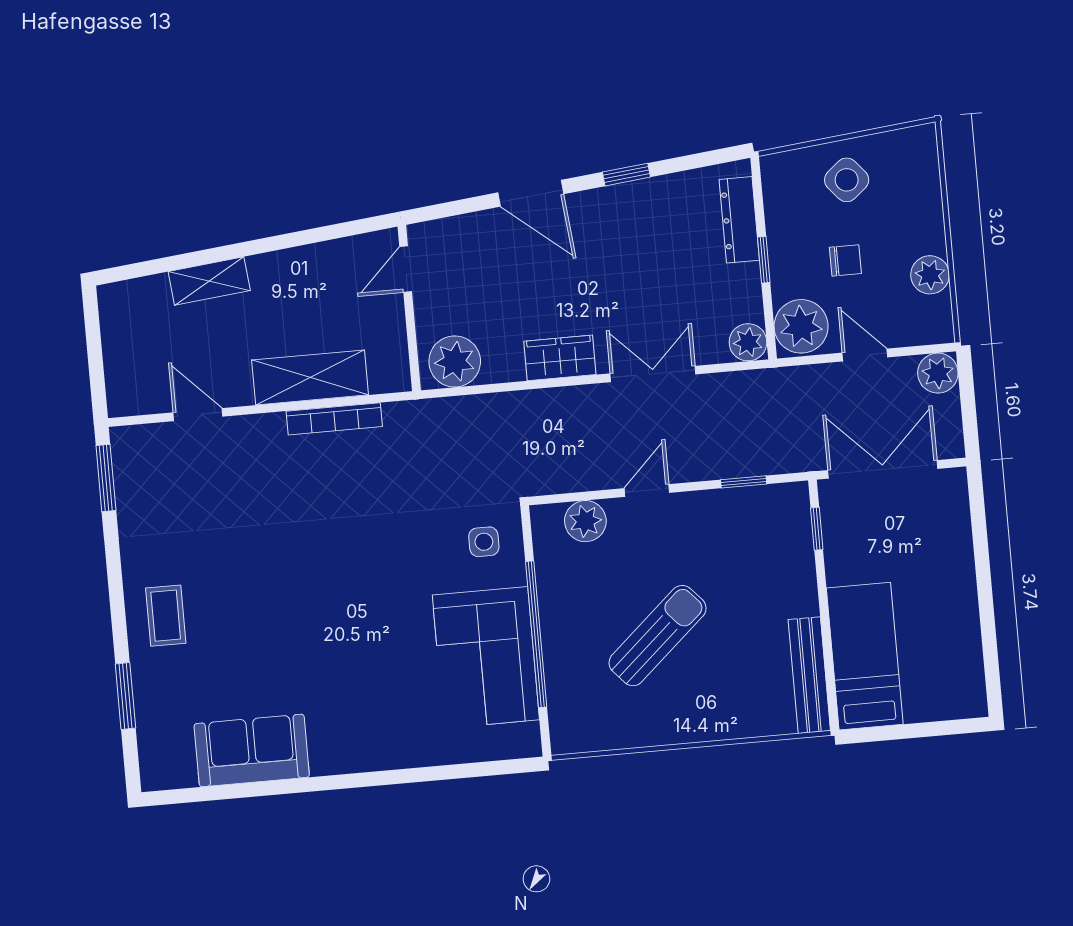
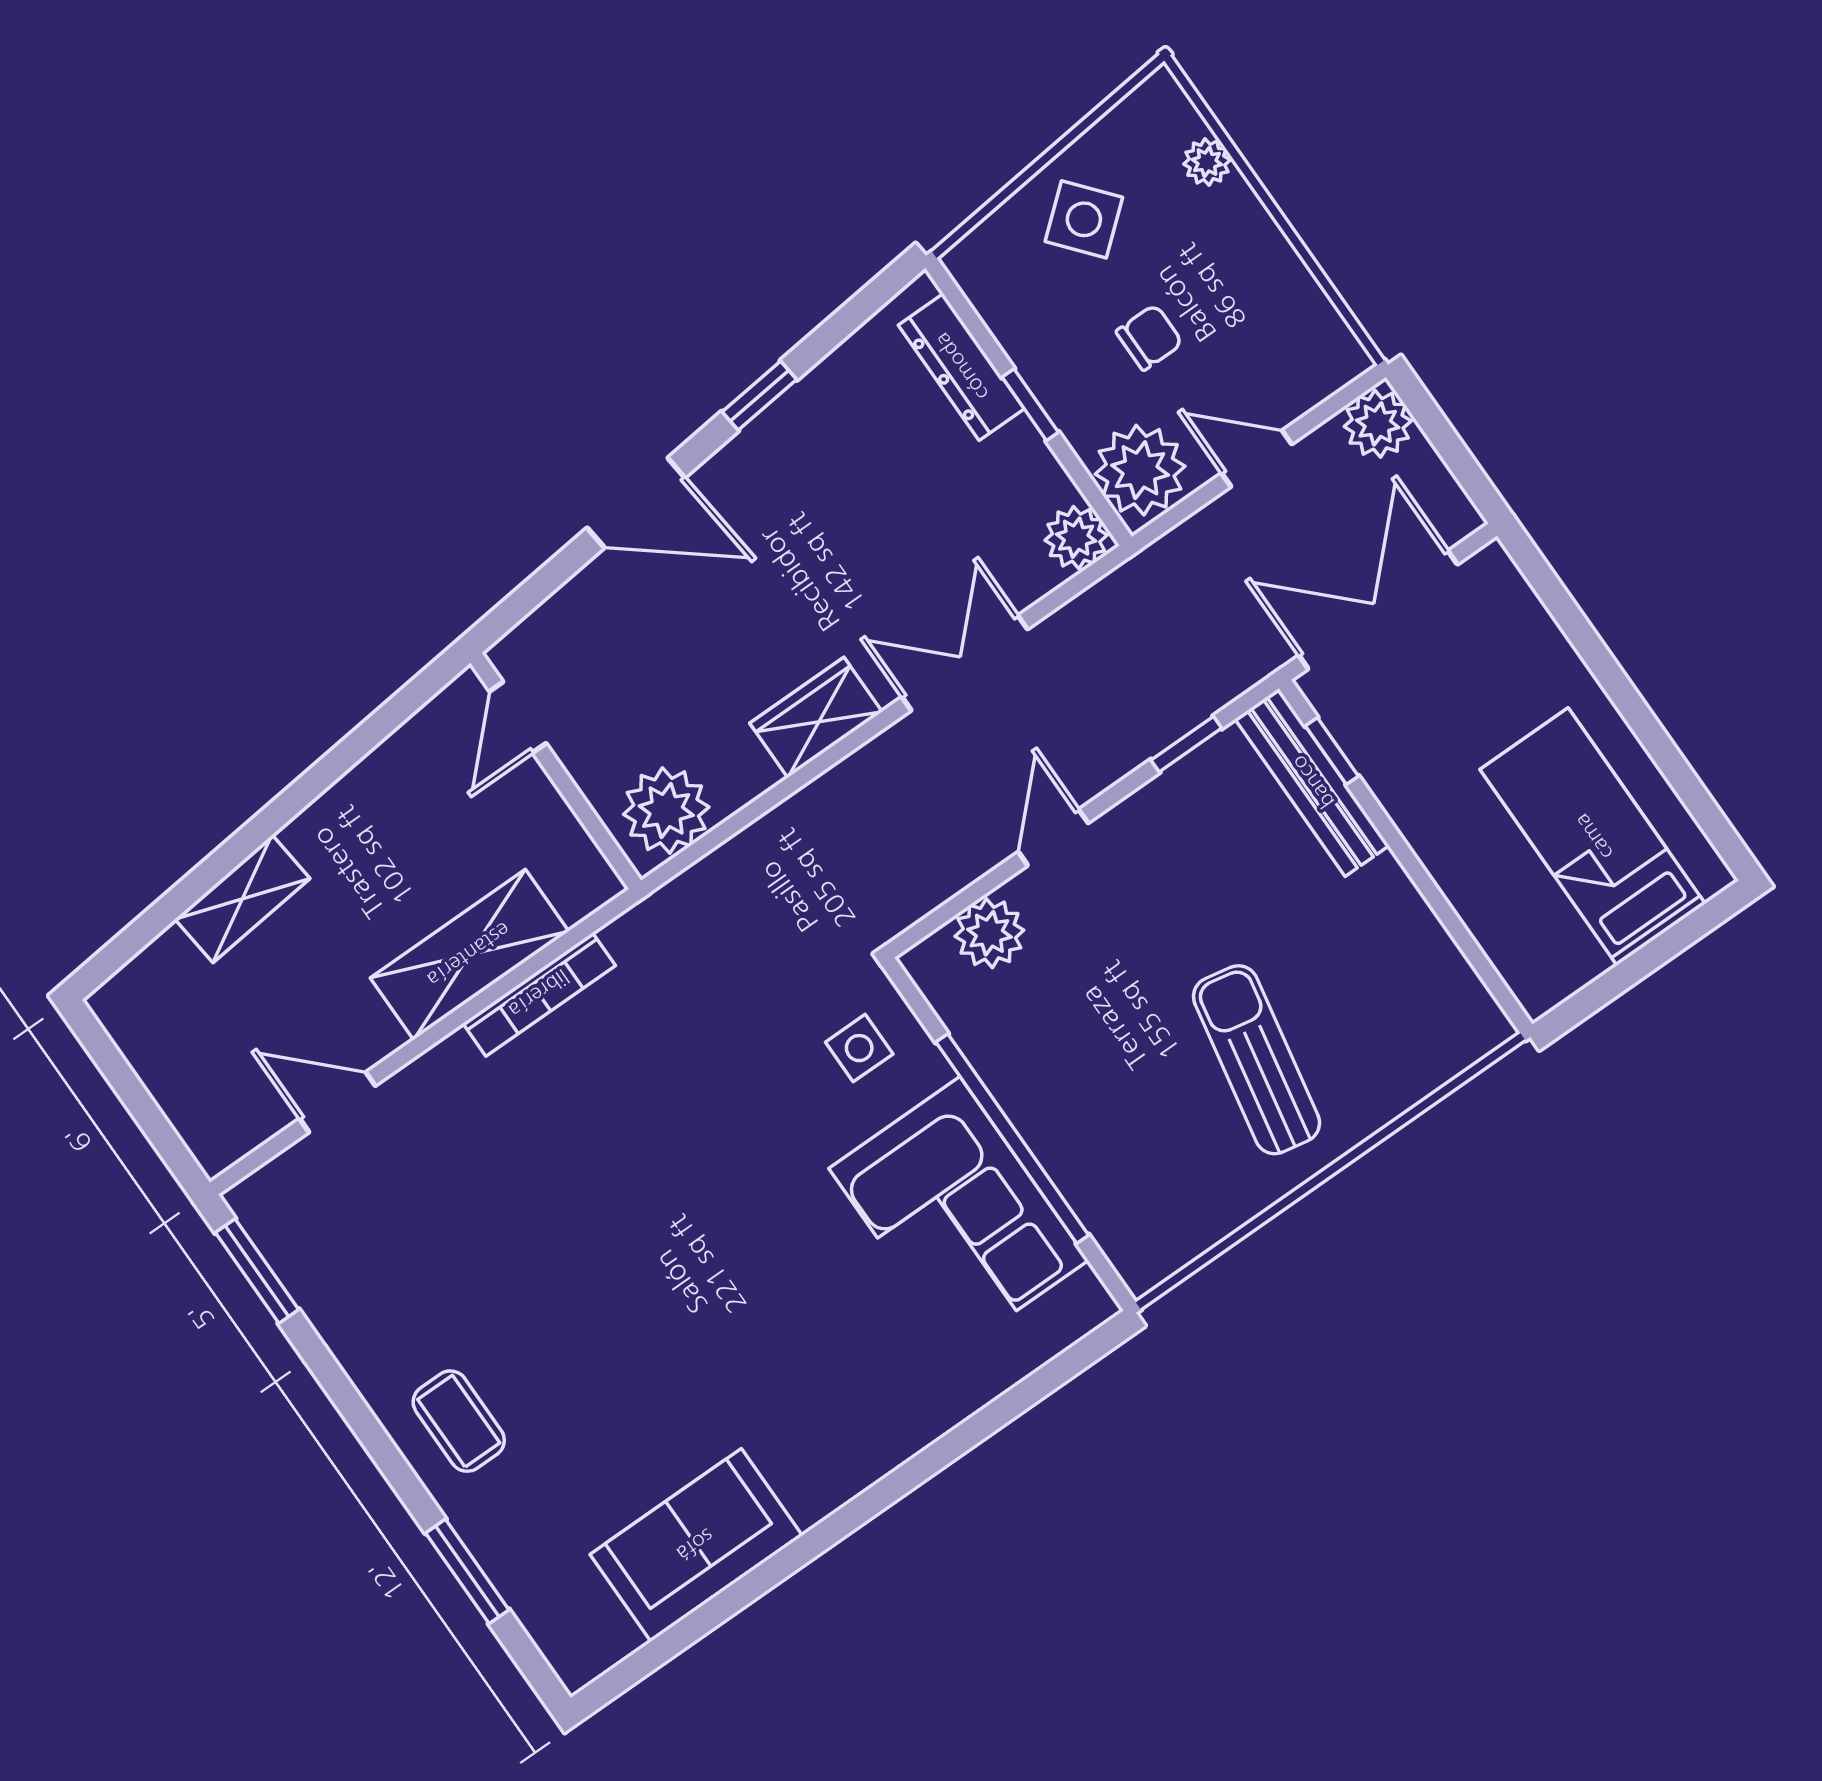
plant: (930, 275) -> (1207, 162), moved, width x0.73, depth x0.73
sun lounger: (658, 636) -> (1257, 1060), moved, turned -37
bed: (865, 656) -> (1593, 837), moved
bench: (809, 675) -> (1312, 782), moved

